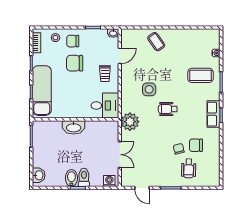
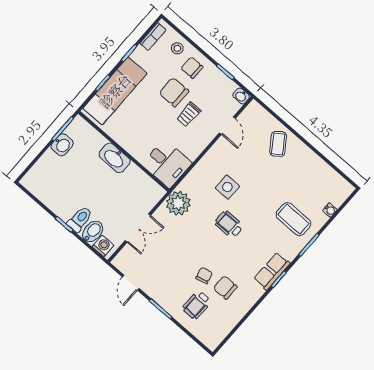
door: (120, 56) -> (227, 126), hinge flipped
trolley: (105, 74) -> (189, 114), moved
washbasin: (39, 175) -> (62, 145), moved
bidet: (71, 178) -> (93, 232), moved

